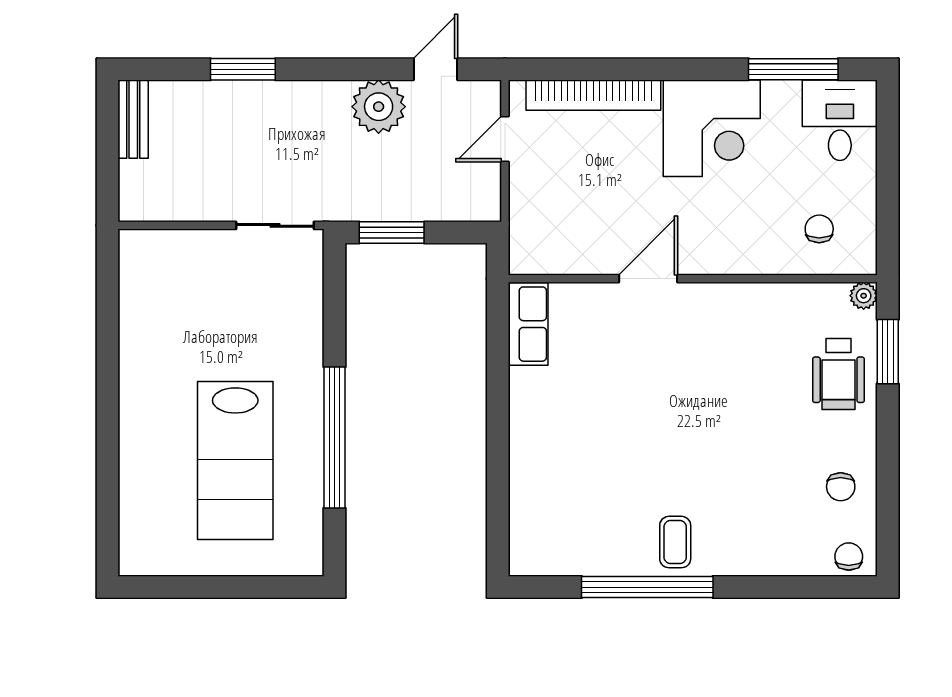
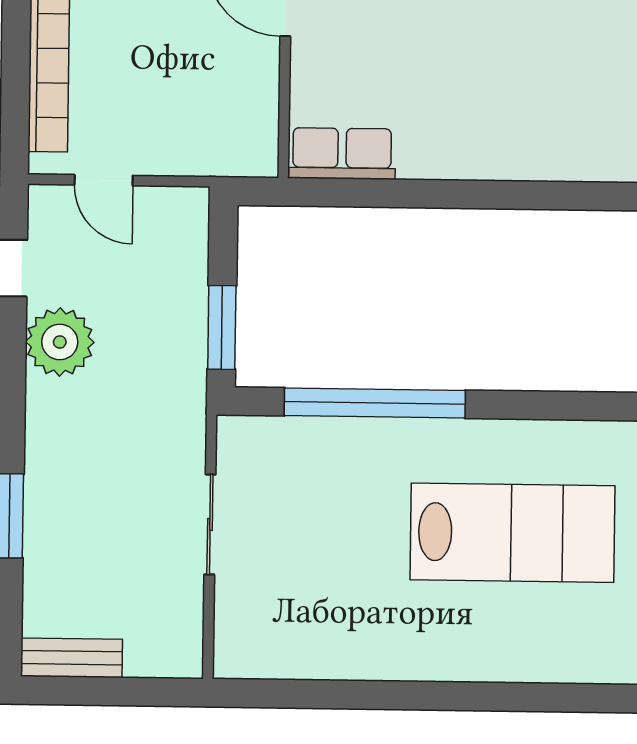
sliding door: (275, 225) -> (210, 524), moved
window: (335, 437) -> (375, 403), moved

